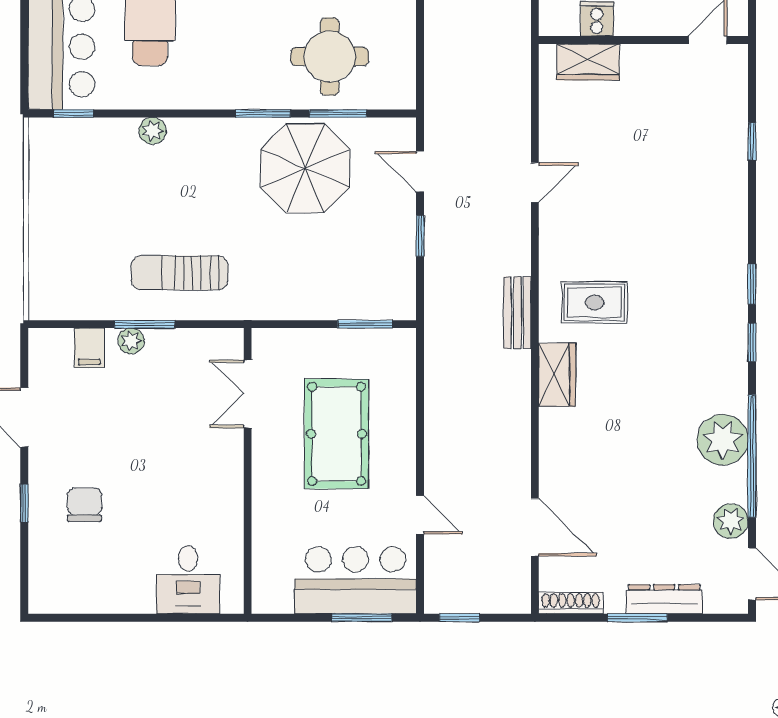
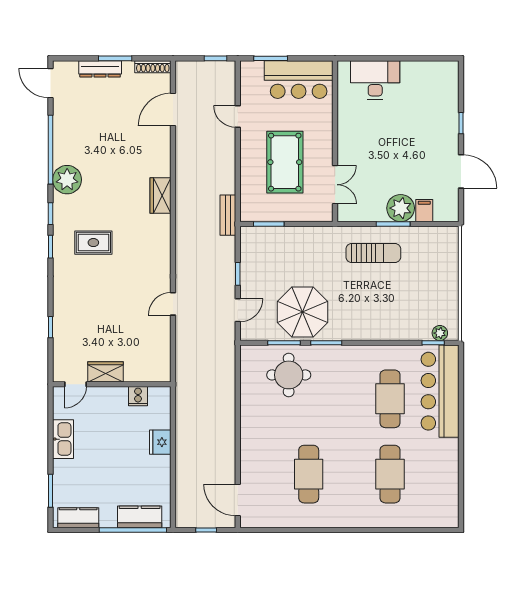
wardrobe: (588, 62) -> (105, 372), moved
plant: (153, 131) -> (440, 333), moved
door: (420, 172) -> (238, 310), hinge flipped
rug: (595, 303) -> (93, 243), moved
bench: (517, 313) -> (228, 215), moved
plant: (131, 341) -> (401, 208), width x1.87, depth x1.87
plant: (723, 440) -> (67, 180), moved
chair: (84, 505) -> (427, 122), removed
plant: (731, 521) -> (63, 113), removed
door: (535, 527) -> (173, 110), hinge flipped
desk: (188, 580) -> (375, 80), width x1.37
bar counter: (356, 580) -> (299, 80), moved

